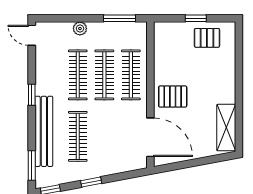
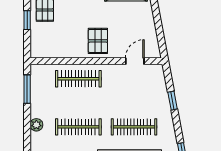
clothes rail: (104, 75) -> (78, 103), removed
door: (150, 137) -> (135, 61), width x0.53
window: (91, 182) -> (173, 101), moved

